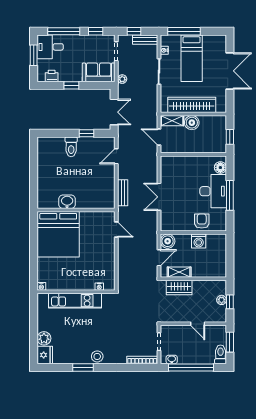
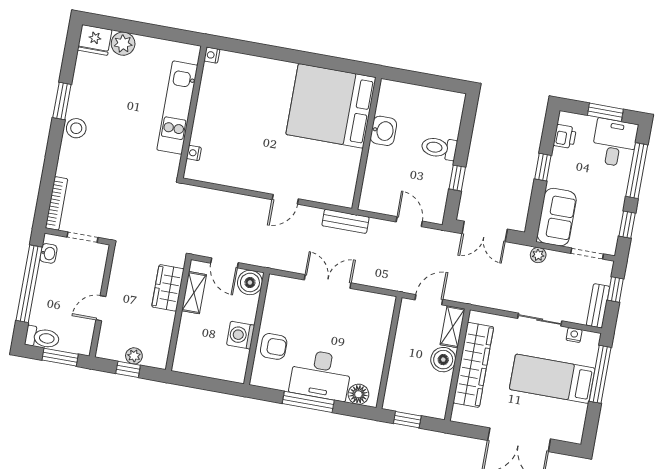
washbasin: (67, 202) -> (383, 131), moved
wall: (76, 210) -> (367, 143), moved
bed: (58, 234) -> (331, 106), moved

